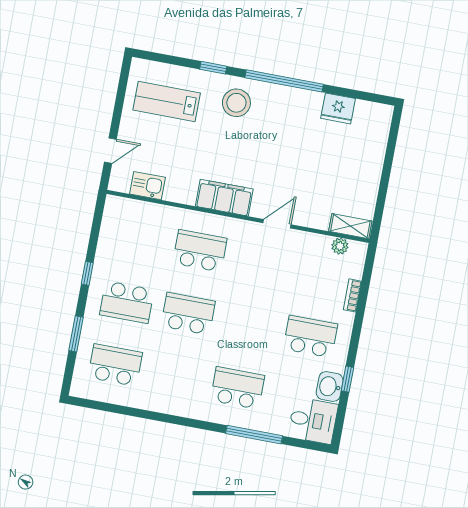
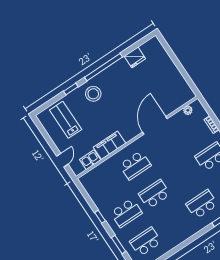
lab bench: (167, 101) -> (66, 120), turned 90
filing cabinet: (224, 198) -> (109, 145), moved
door: (277, 224) -> (155, 125), width x1.87
shelving: (350, 226) -> (184, 99), removed
school desk: (200, 251) -> (135, 165), turned 180

